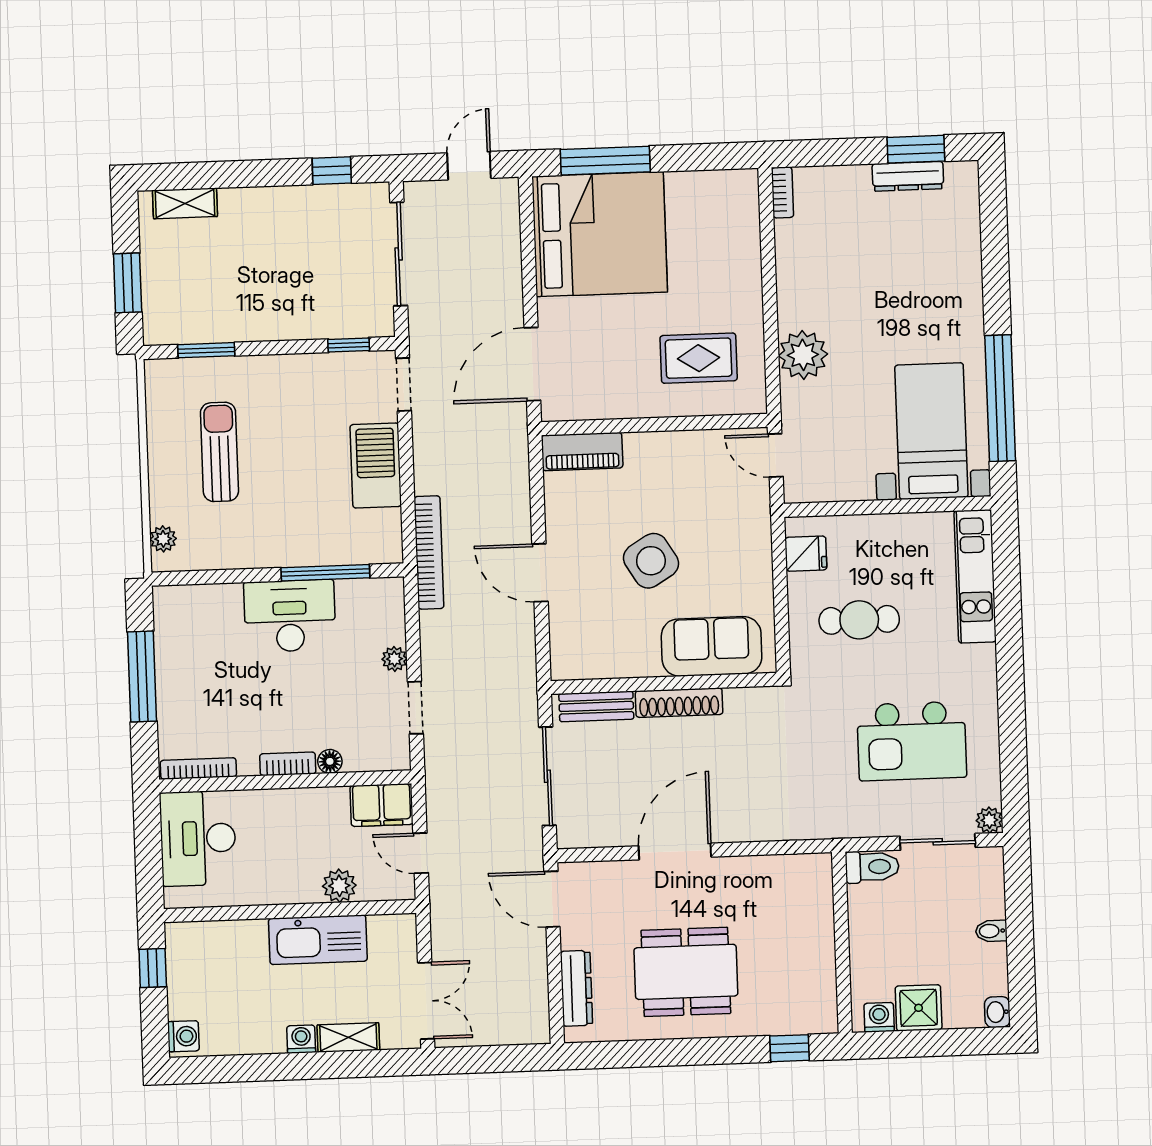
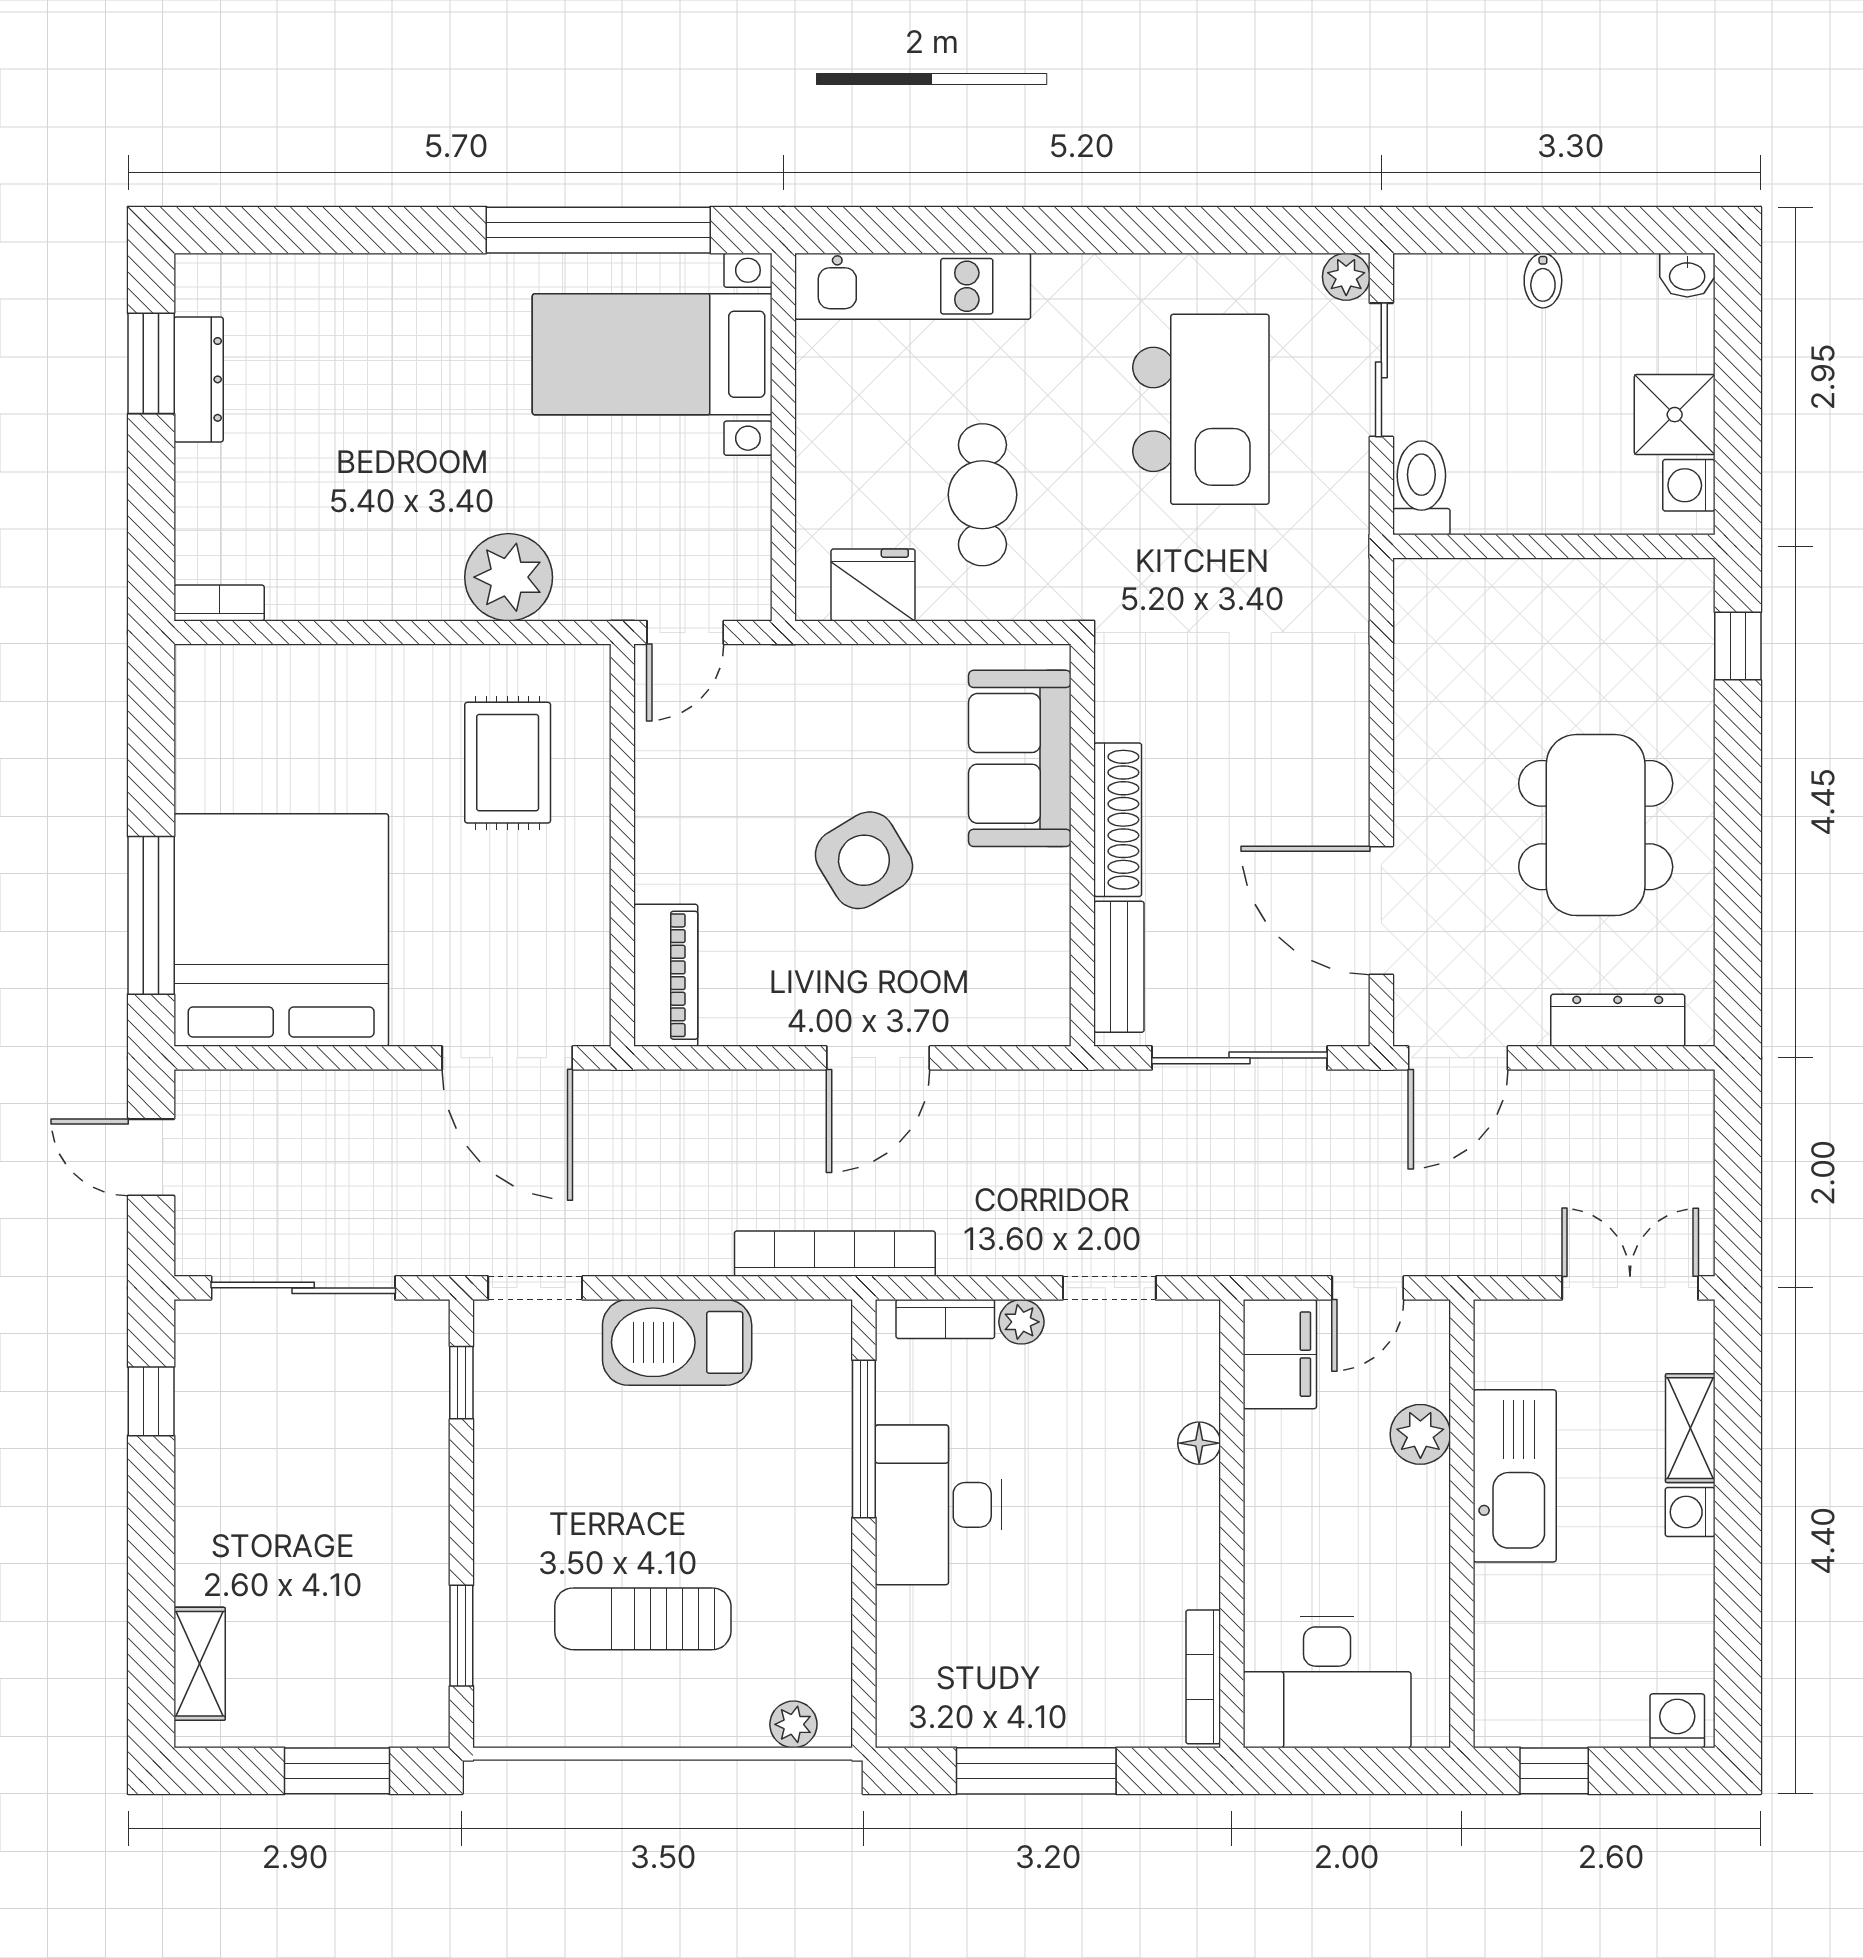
fridge: (806, 554) -> (873, 585), width x1.38
bookcase: (288, 764) -> (945, 1319), moved, turned -90
door: (675, 851) -> (1381, 910), moved

